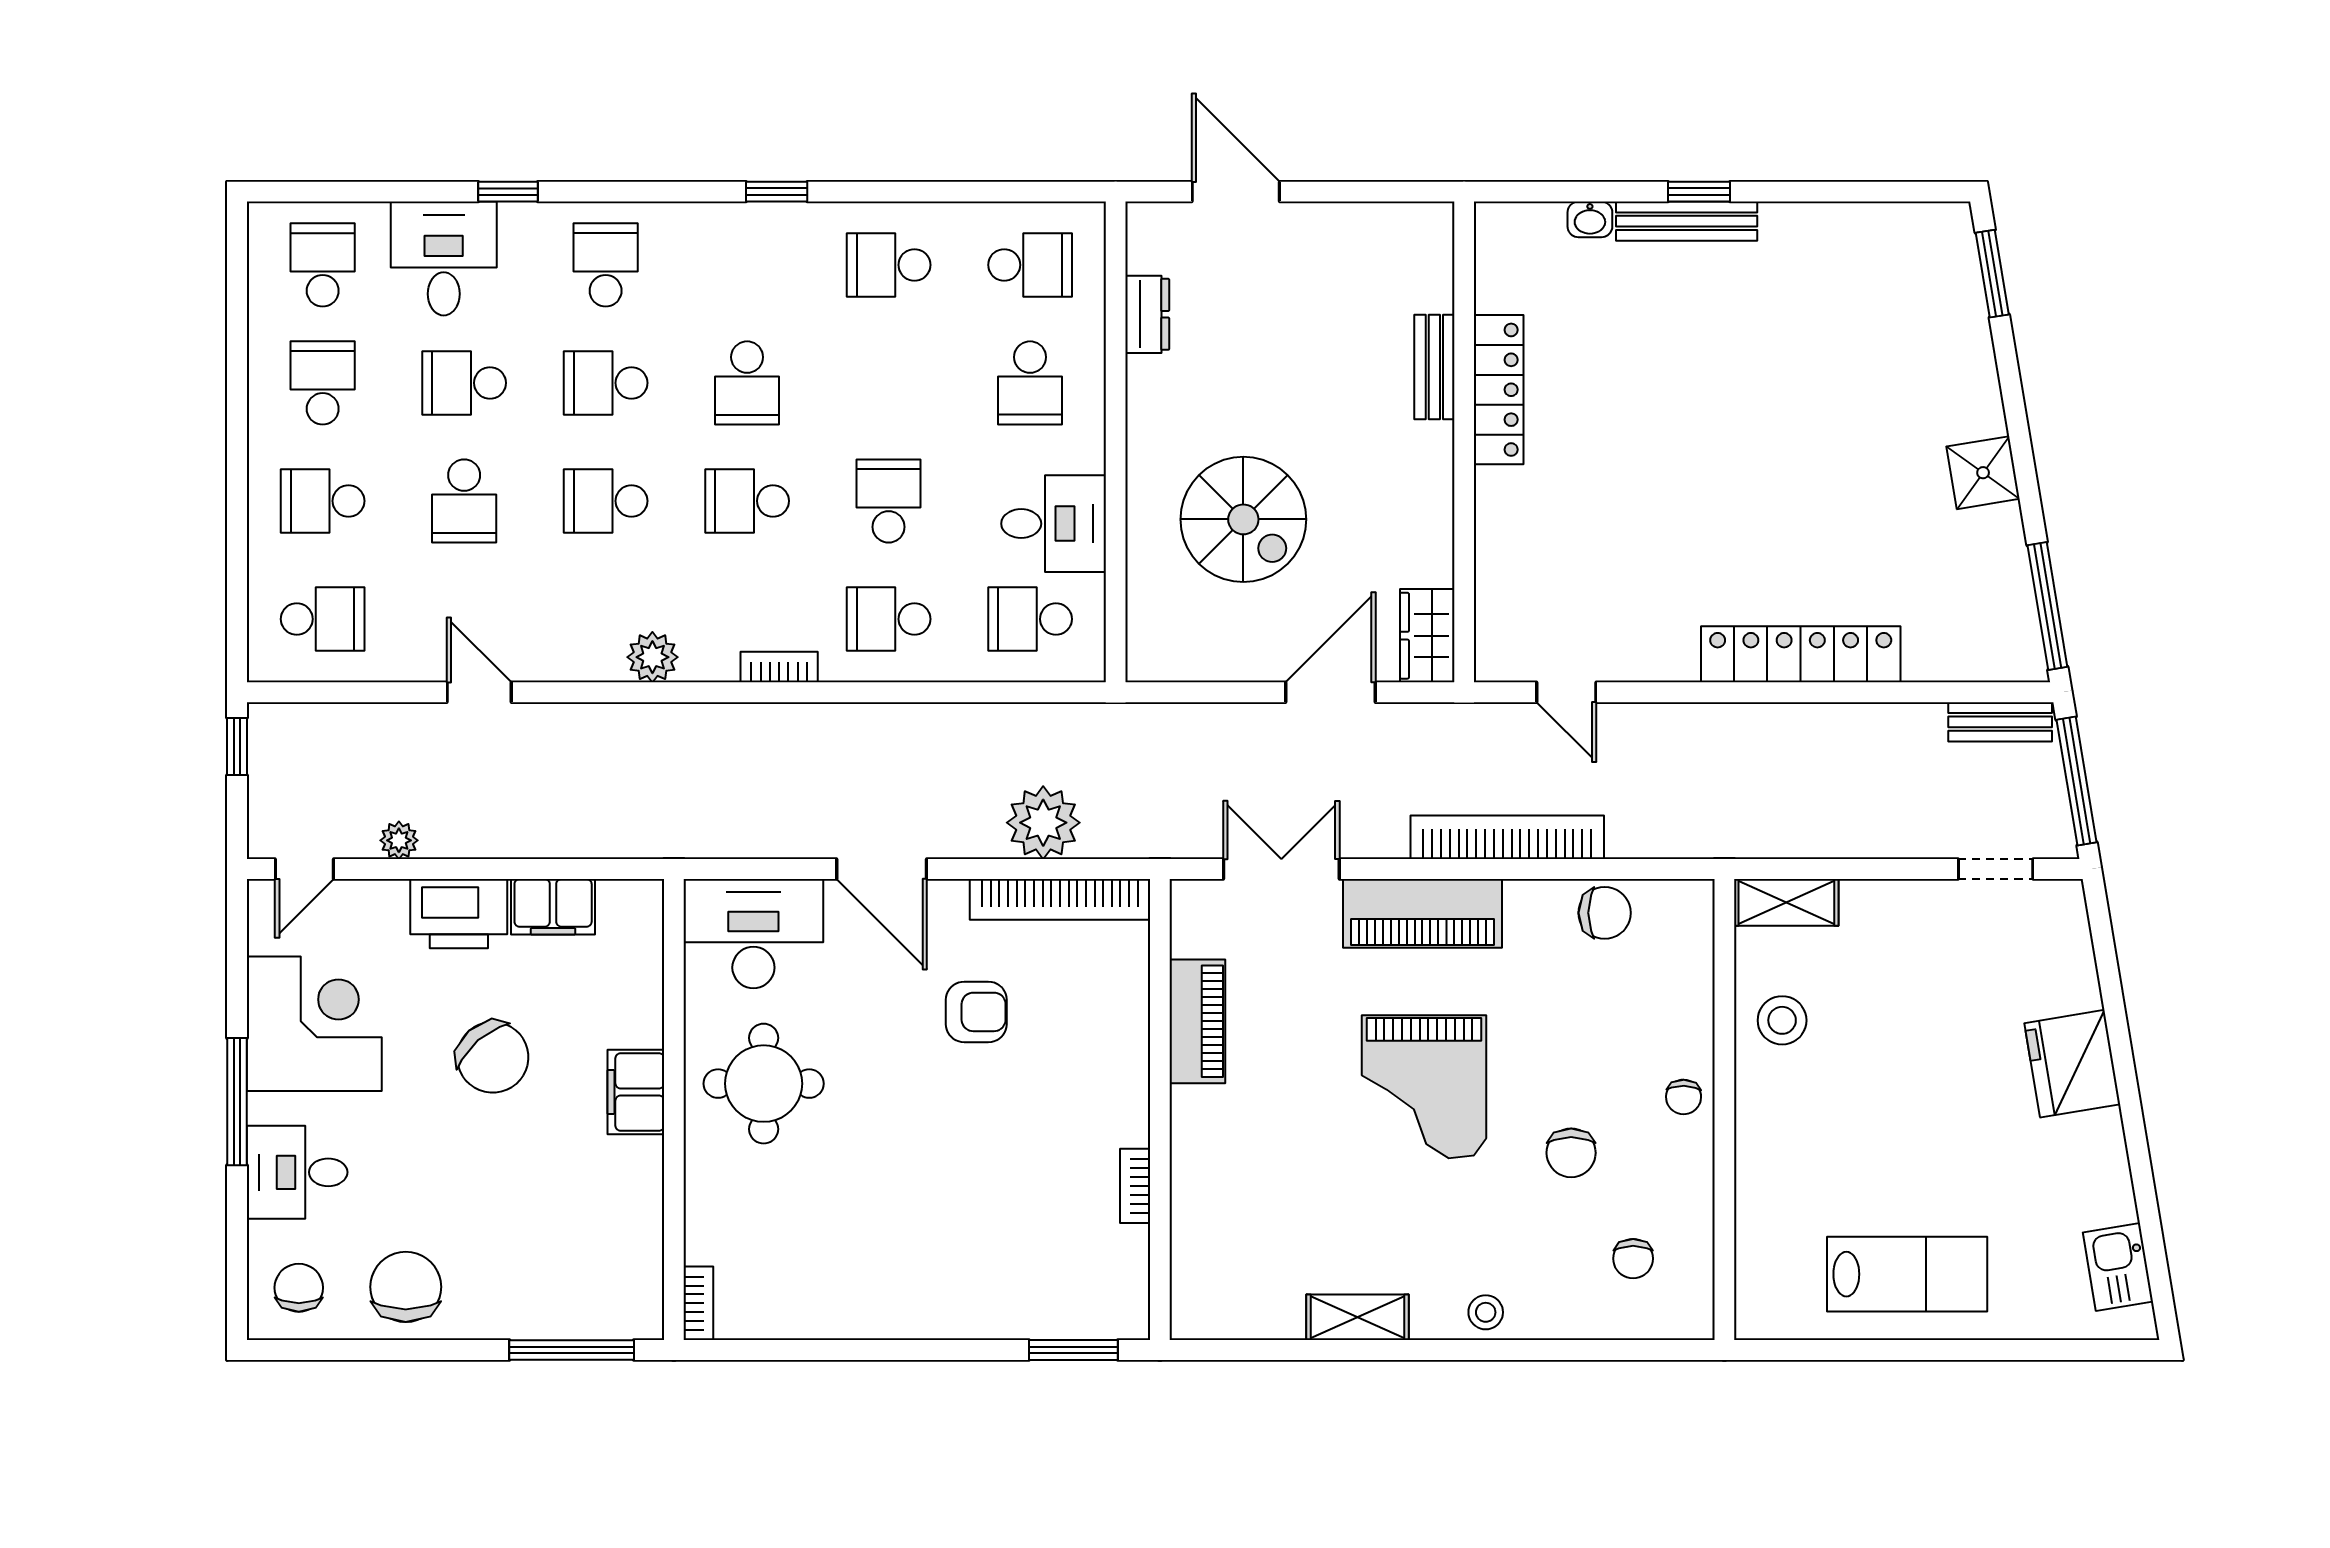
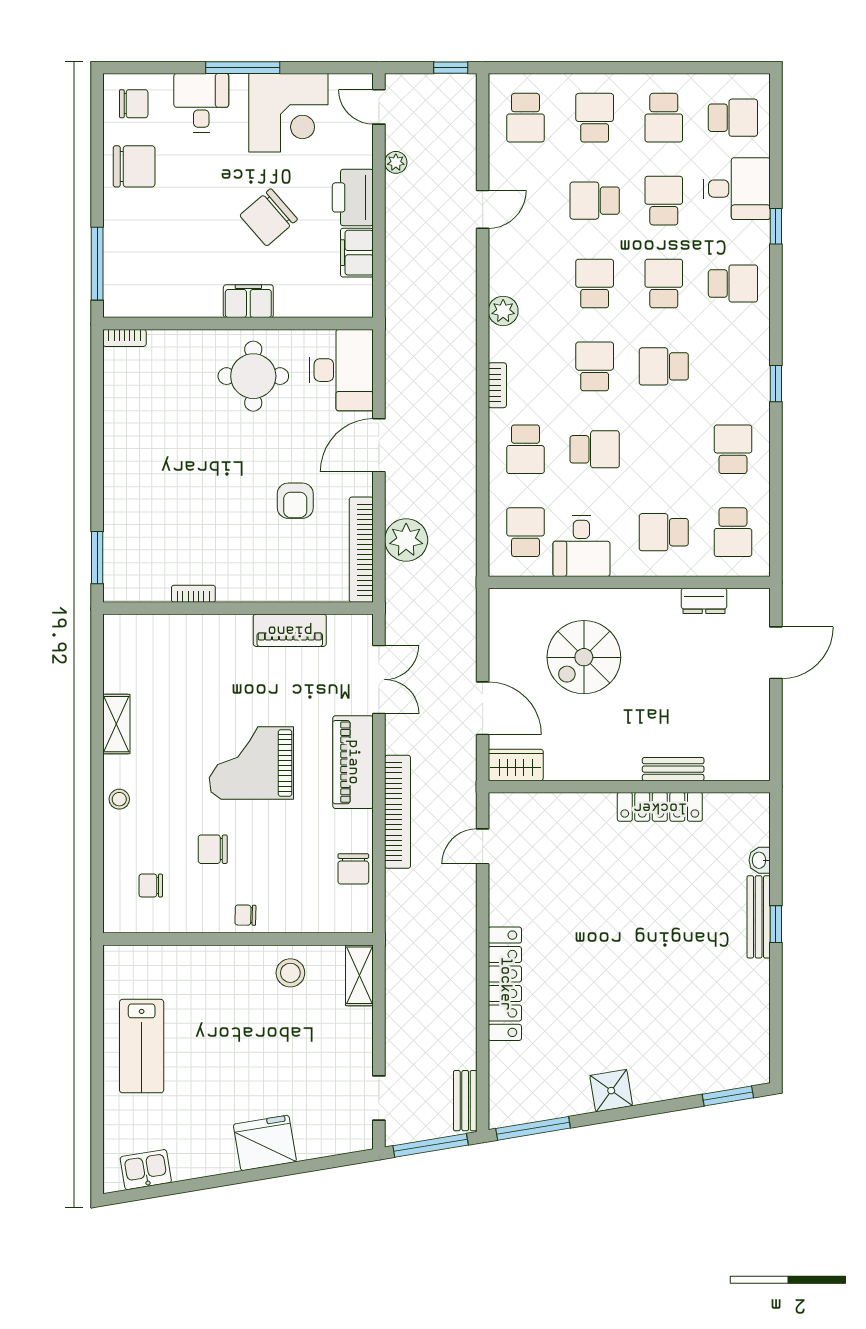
school desk: (323, 383) -> (664, 118), turned 90
school desk: (889, 619) -> (525, 449), turned 180

